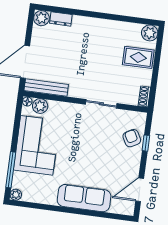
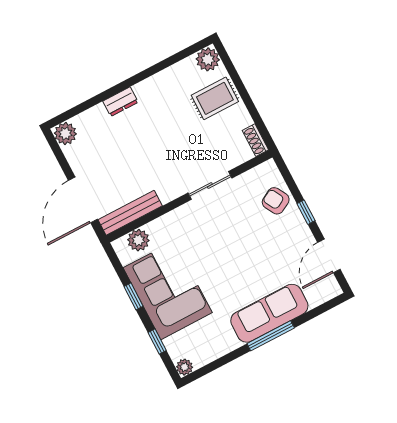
dresser: (61, 19) -> (120, 102), moved
floor lamp: (27, 101) -> (119, 246), removed
window: (15, 135) -> (134, 296), added
window: (146, 143) -> (306, 212), moved
window: (11, 170) -> (157, 342), width x0.46
window: (76, 211) -> (271, 336), added

